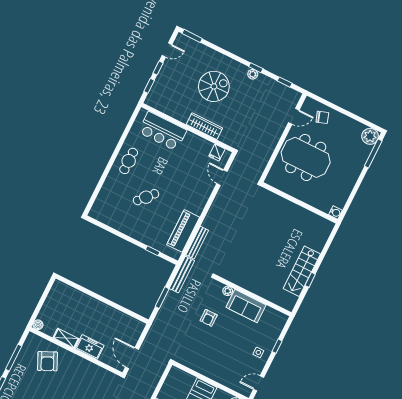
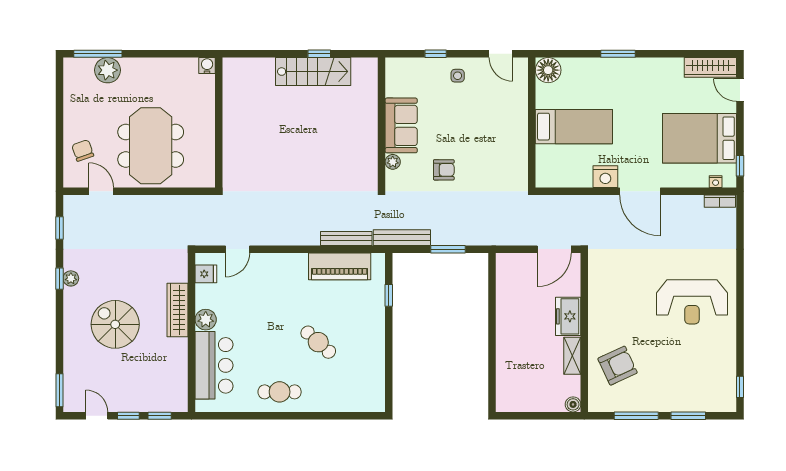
plant: (370, 136) -> (108, 70), moved
plant: (191, 139) -> (206, 320), added

